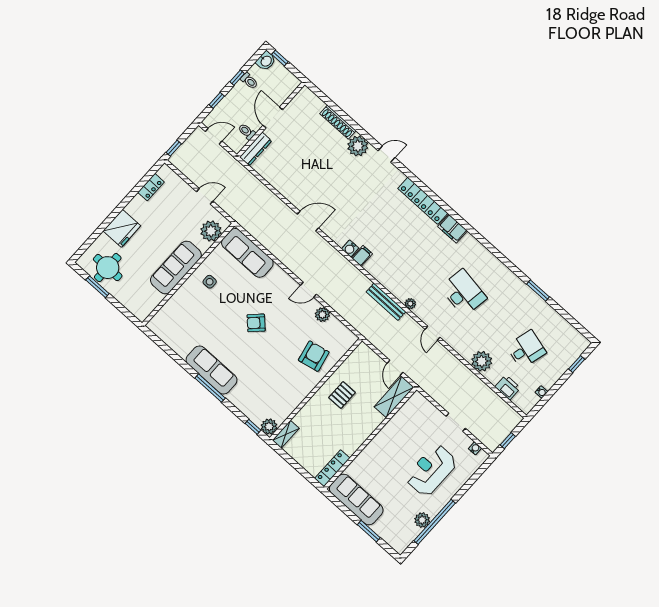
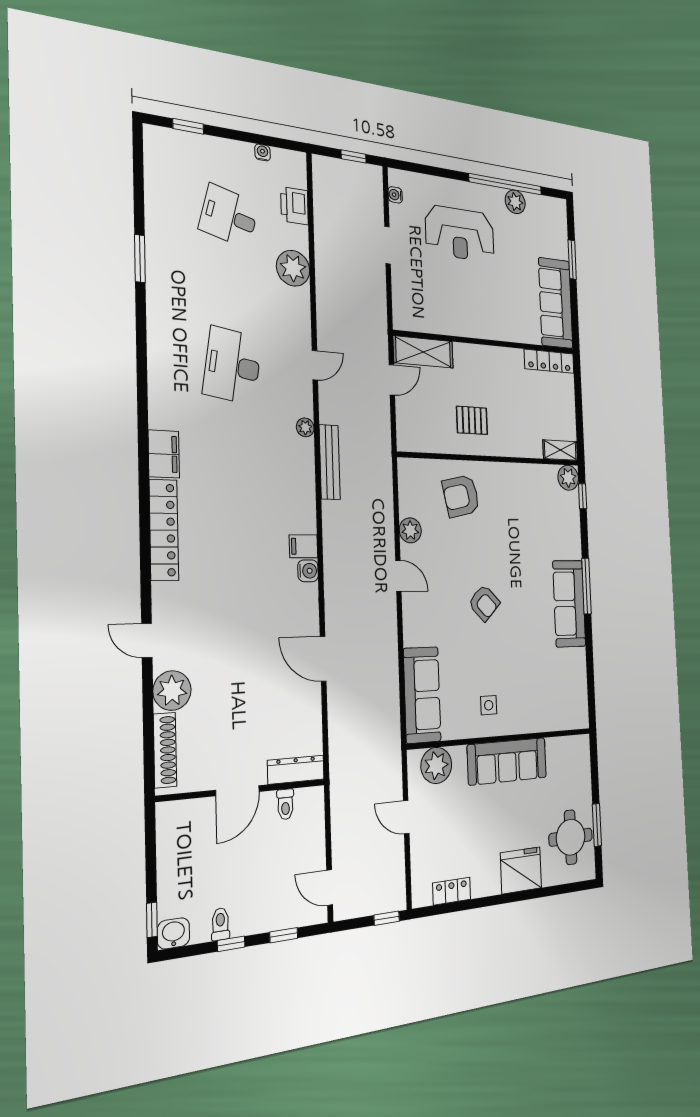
door: (273, 118) -> (238, 791), moved
wall: (271, 120) -> (242, 790), moved
toilet: (247, 132) -> (285, 804), moved
dresser: (256, 149) -> (296, 770), moved

